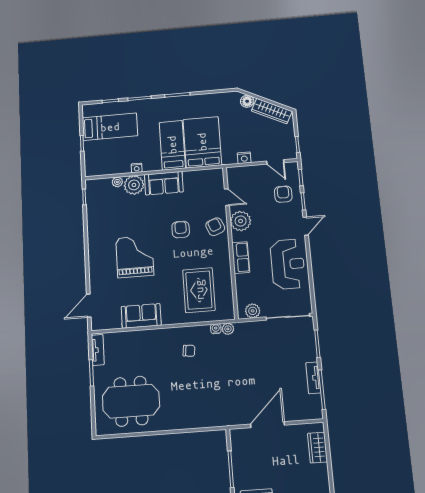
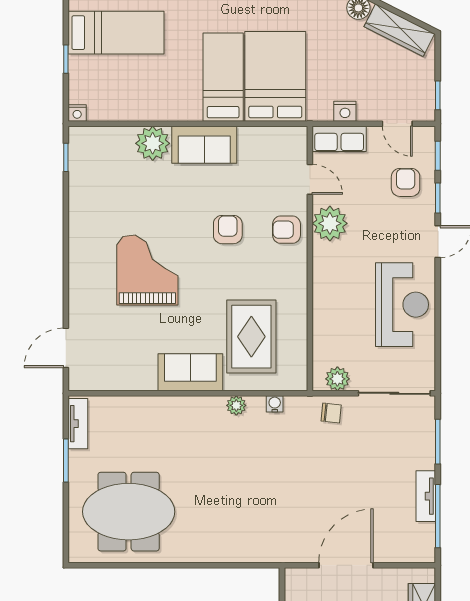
nightstand: (137, 168) -> (77, 113), moved
plant: (117, 182) -> (124, 135), removed
armchair: (215, 227) -> (286, 230), turned -68
row of seats: (241, 258) -> (339, 139), moved, turned 90
sofa: (141, 316) -> (190, 372), moved
plant: (228, 329) -> (236, 405), moved
chair: (189, 351) -> (331, 413), moved

